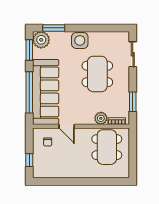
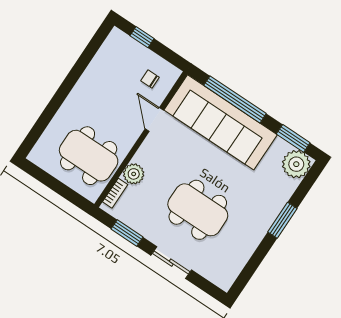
window: (54, 28) -> (282, 220), moved
side table: (80, 40) -> (260, 217), removed
sliding door: (133, 54) -> (171, 263), moved
door: (67, 126) -> (154, 119), hinge flipped

